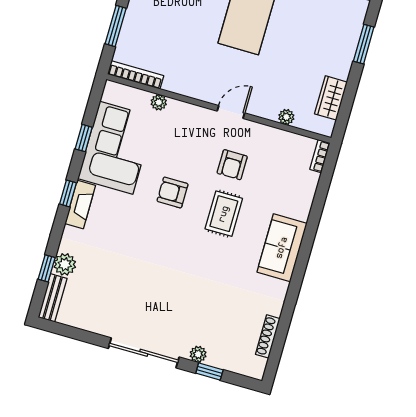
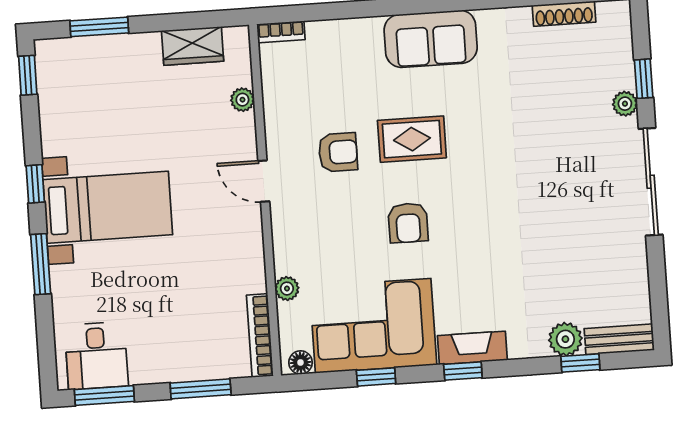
floor lamp: (110, 94) -> (301, 362), added

